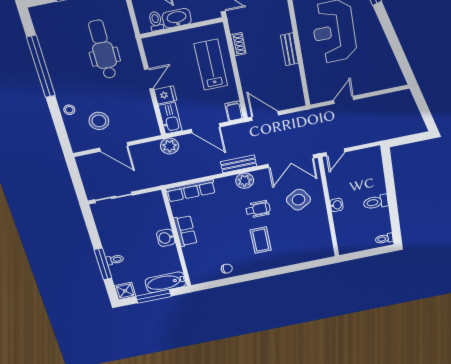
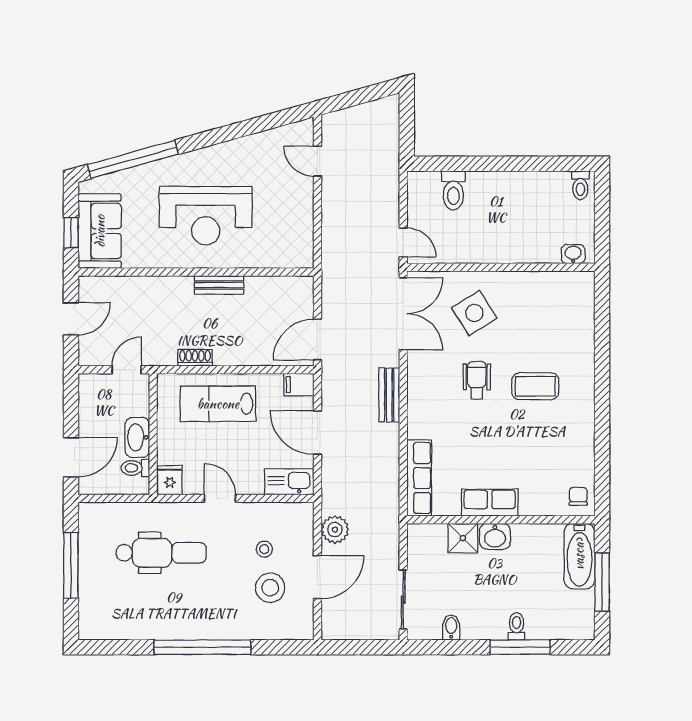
dental chair: (103, 50) -> (161, 553), turned 180
window: (41, 67) -> (202, 647), moved
fridge: (166, 95) -> (170, 480), moved
door: (344, 100) -> (317, 161), moved
stool: (69, 110) -> (264, 549), moved
door: (206, 128) -> (317, 433), swing flipped
plant: (170, 146) -> (335, 530), moved
plant: (245, 181) -> (421, 391), removed
toilet: (376, 202) -> (453, 190), moved
washbasin: (336, 205) -> (573, 254), moved
bidet: (104, 226) -> (451, 627), added
chair: (227, 269) -> (578, 496), moved
shower: (125, 291) -> (463, 538), moved

